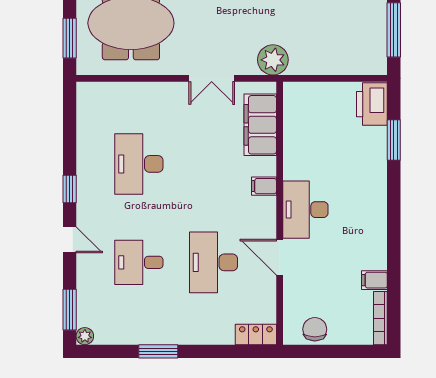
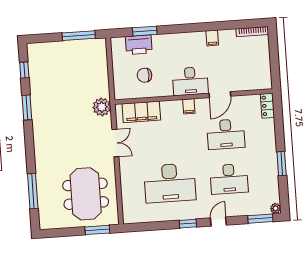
printer: (372, 104) -> (139, 45), moved
desk: (139, 164) -> (170, 183), width x1.36, depth x1.30
filing cabinet: (264, 186) -> (189, 106), moved
desk: (139, 262) -> (229, 179), width x1.37
filing cabinet: (374, 280) -> (212, 38), moved
chair: (315, 329) -> (144, 75), moved

